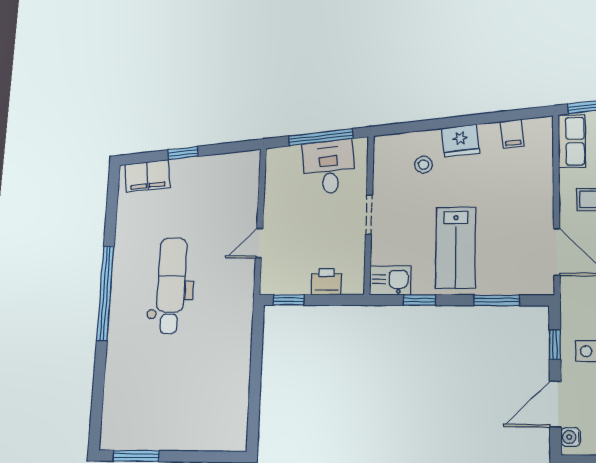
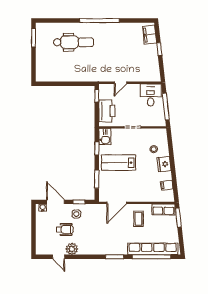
desk: (329, 167) -> (151, 95), moved, turned -84
door: (259, 243) -> (120, 83), swing flipped
printer: (327, 282) -> (107, 111), width x1.87, depth x1.48
dental chair: (171, 285) -> (74, 42), moved

